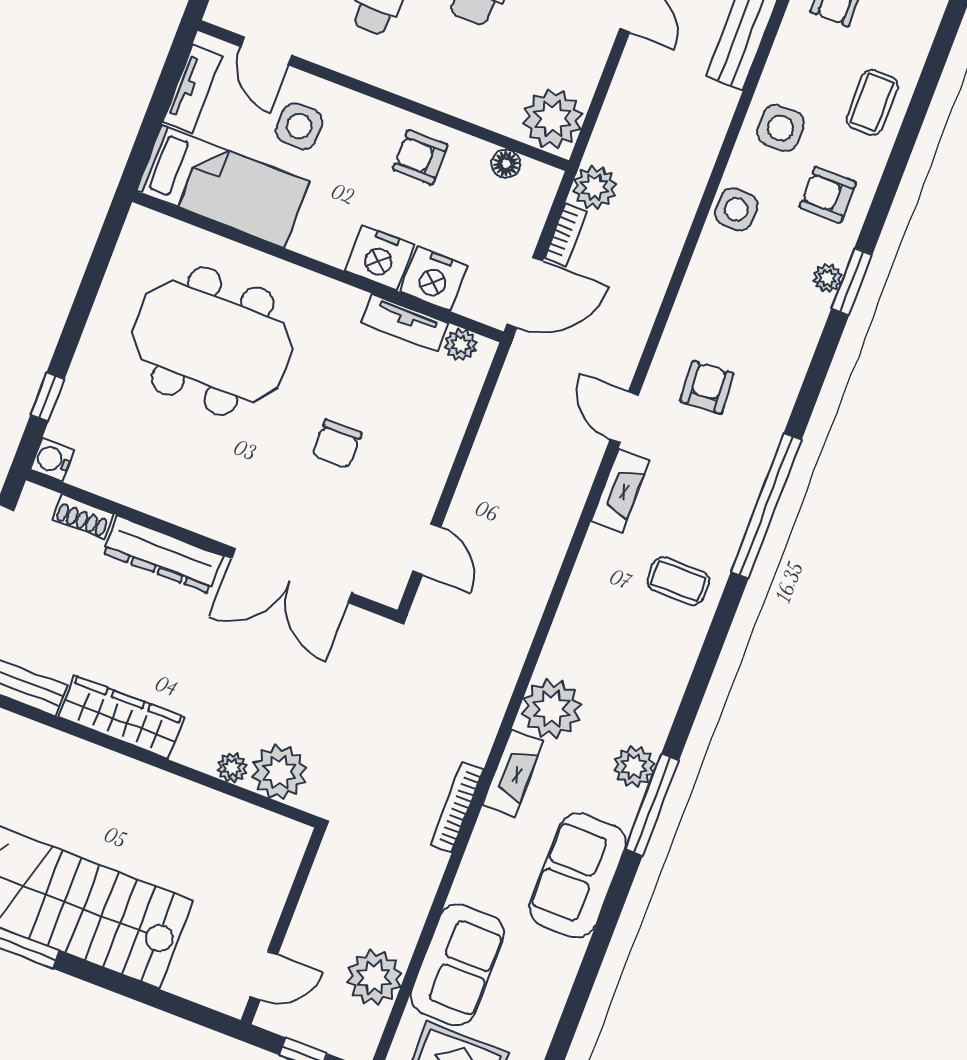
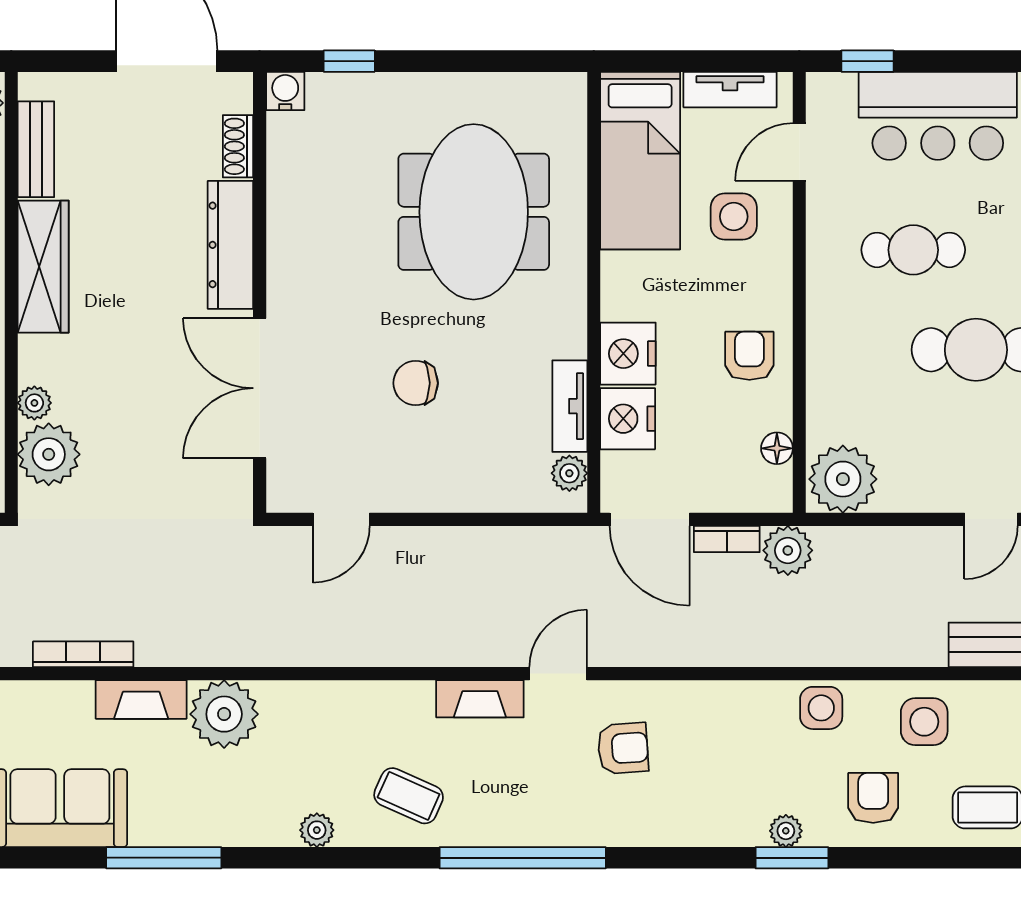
coffee table: (678, 581) -> (409, 796), turned -66
plant: (634, 766) -> (317, 830), moved, width x0.73, depth x0.73

